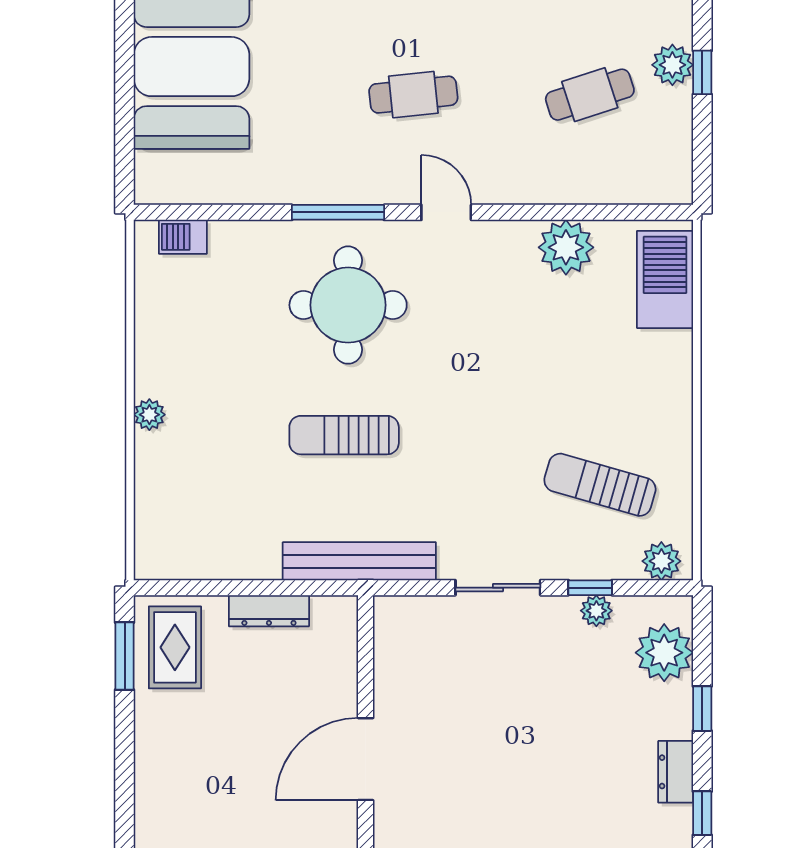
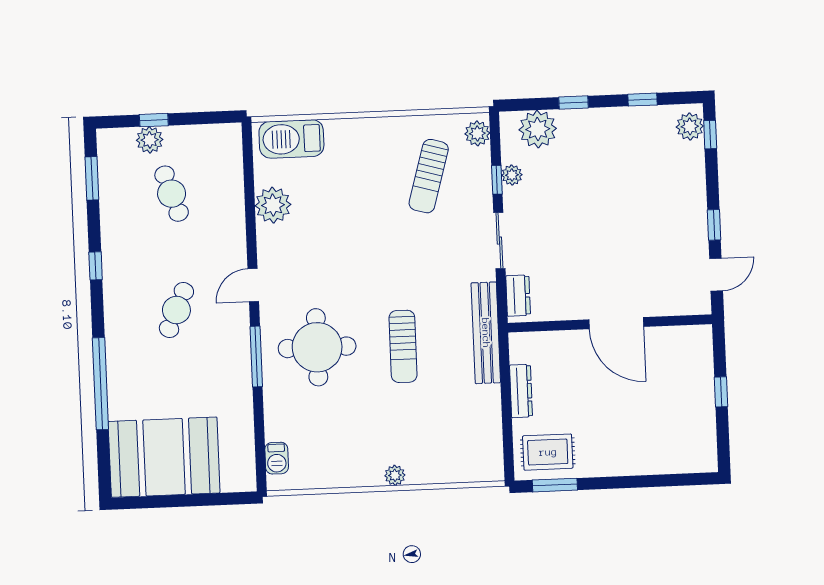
cafe table: (413, 95) -> (176, 310), turned 30
dresser: (676, 772) -> (518, 296), moved, turned -90

